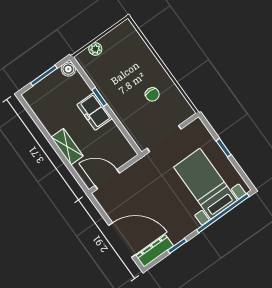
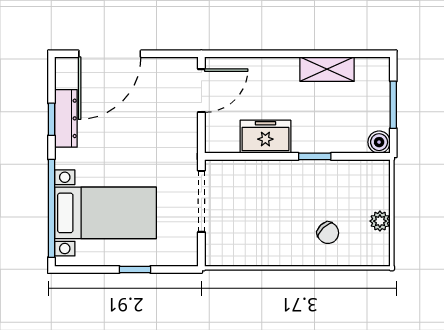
plant: (95, 49) -> (380, 221), moved
chair: (152, 94) -> (328, 233), moved, turned -134
freezer: (95, 112) -> (265, 137), moved
shelving: (67, 147) -> (327, 69), moved
dresser: (155, 251) -> (66, 118), moved

